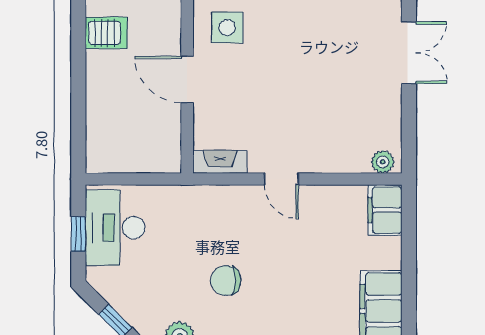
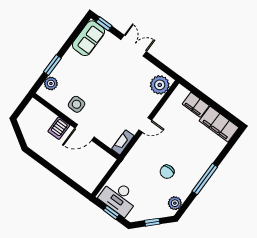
server rack: (106, 33) -> (59, 128), moved, turned 180
plant: (383, 162) -> (160, 85), width x1.87, depth x1.87
filing cabinet: (385, 210) -> (196, 105), moved

